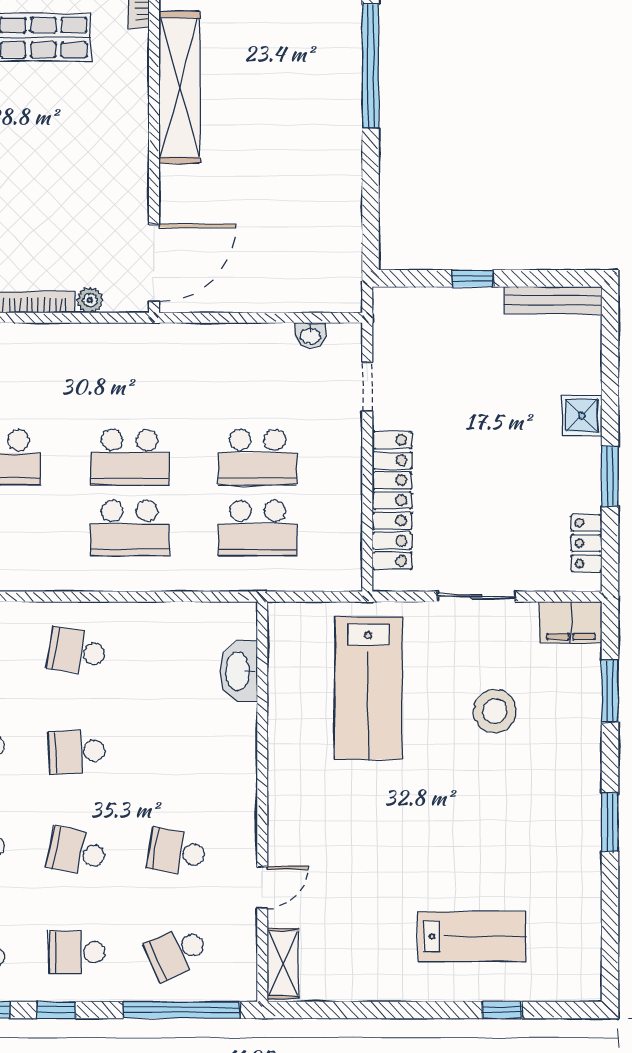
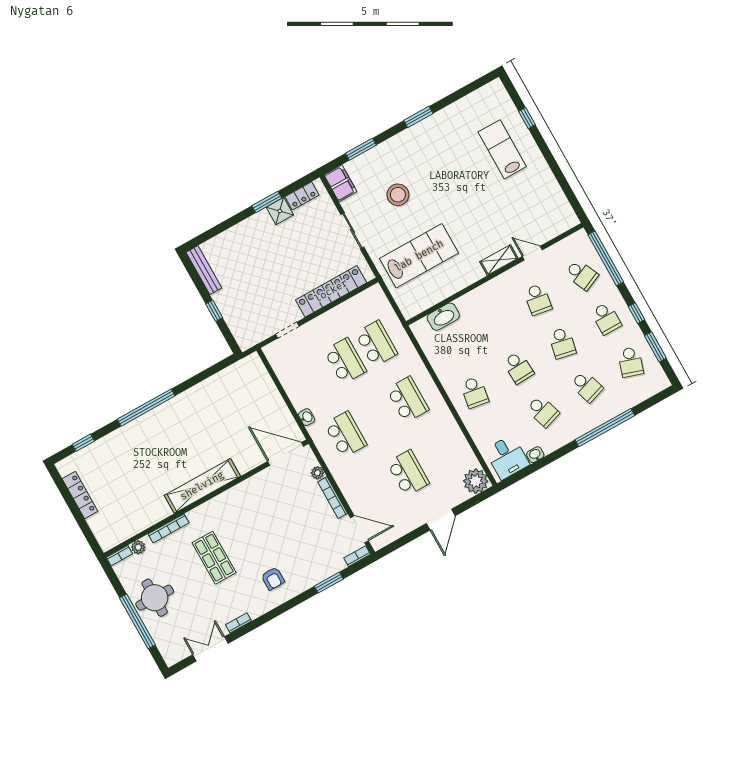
washbasin: (310, 335) -> (307, 417), moved
shower: (582, 416) -> (280, 211), moved
school desk: (129, 457) -> (346, 434), moved
shelving: (283, 963) -> (499, 260), moved

